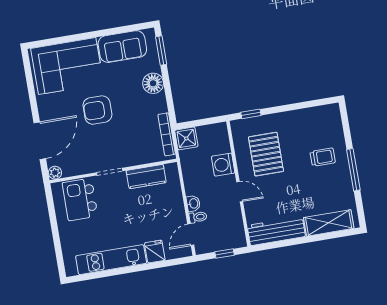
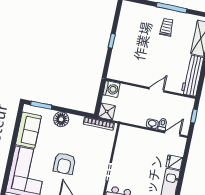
window: (251, 114) -> (112, 41), moved
pallet: (266, 154) -> (138, 62), removed
trolley: (323, 157) -> (167, 27), moved
washing machine: (223, 165) -> (112, 89), moved, turned -90
kitchen counter: (146, 177) -> (122, 148), removed
door: (191, 235) -> (172, 134), swing flipped

